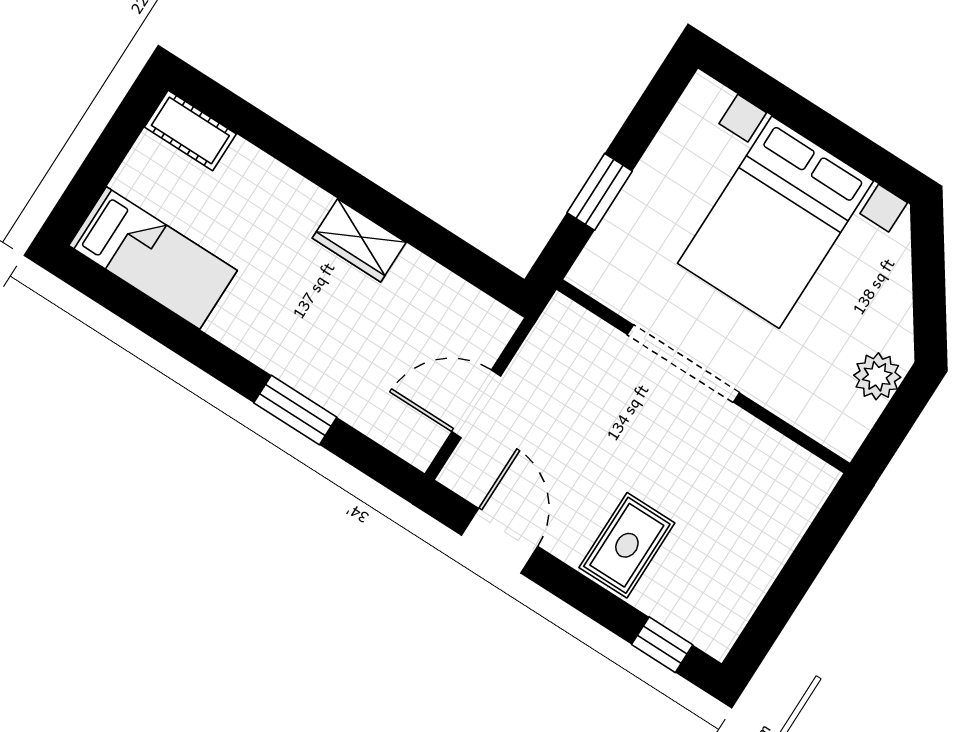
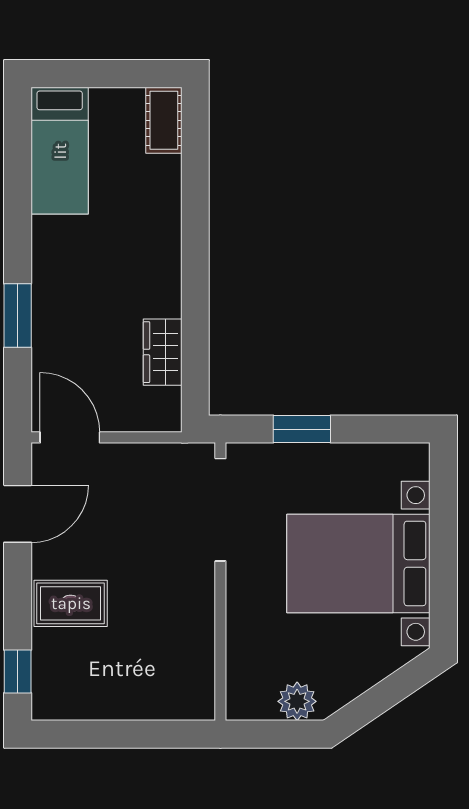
wardrobe: (359, 240) -> (163, 352), moved
doorway: (683, 364) -> (220, 510), moved
door: (476, 404) -> (70, 437), moved

